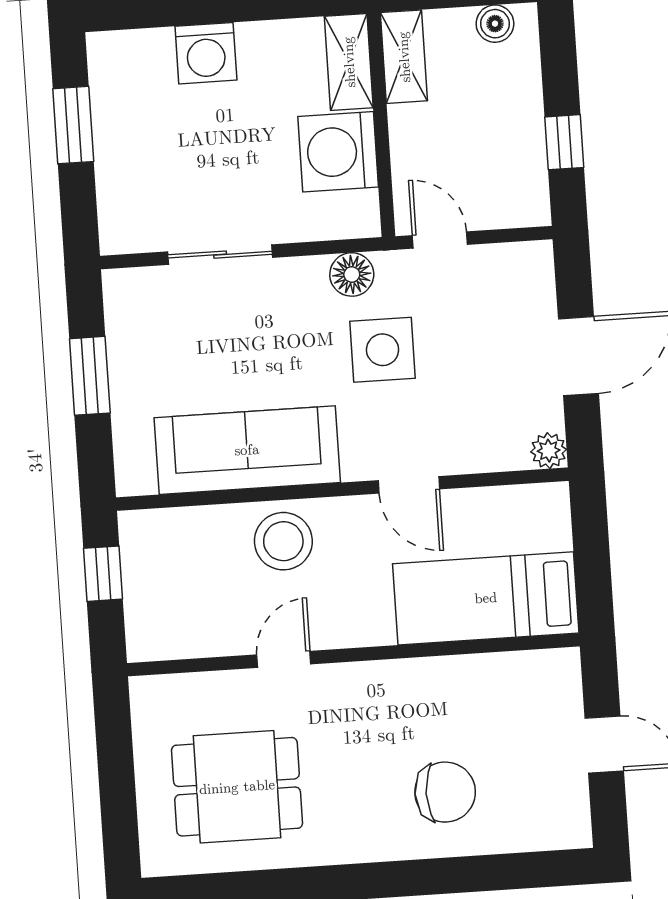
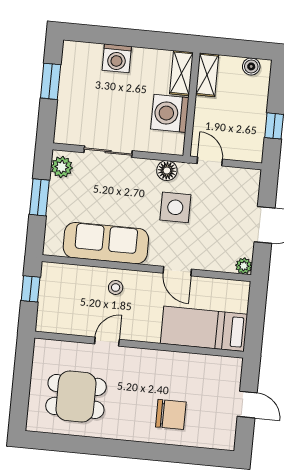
plant: (127, 304) -> (62, 167), added
stool: (283, 541) -> (116, 287), width x0.53, depth x0.53

